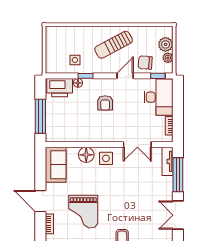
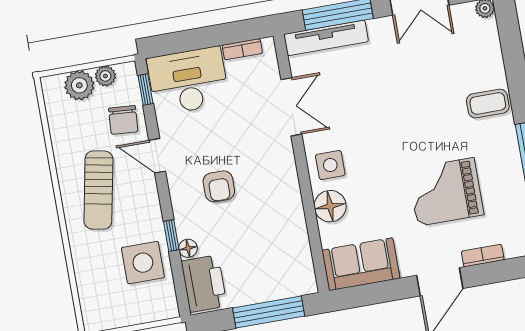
sun lounger: (114, 45) -> (98, 190), turned 39
side table: (75, 60) -> (143, 263), width x1.87, depth x1.87
armchair: (105, 103) -> (219, 186), turned 90
tv unit: (167, 161) -> (326, 38), width x1.41
grand piano: (83, 212) -> (446, 192), turned 180

